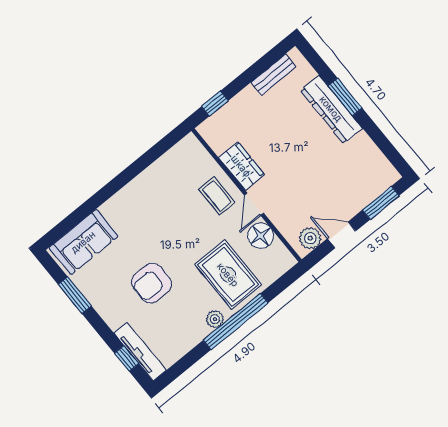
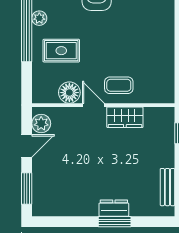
dresser: (331, 109) -> (114, 208), width x0.51, depth x0.80
rug: (228, 275) -> (61, 51), width x0.73, depth x0.70

